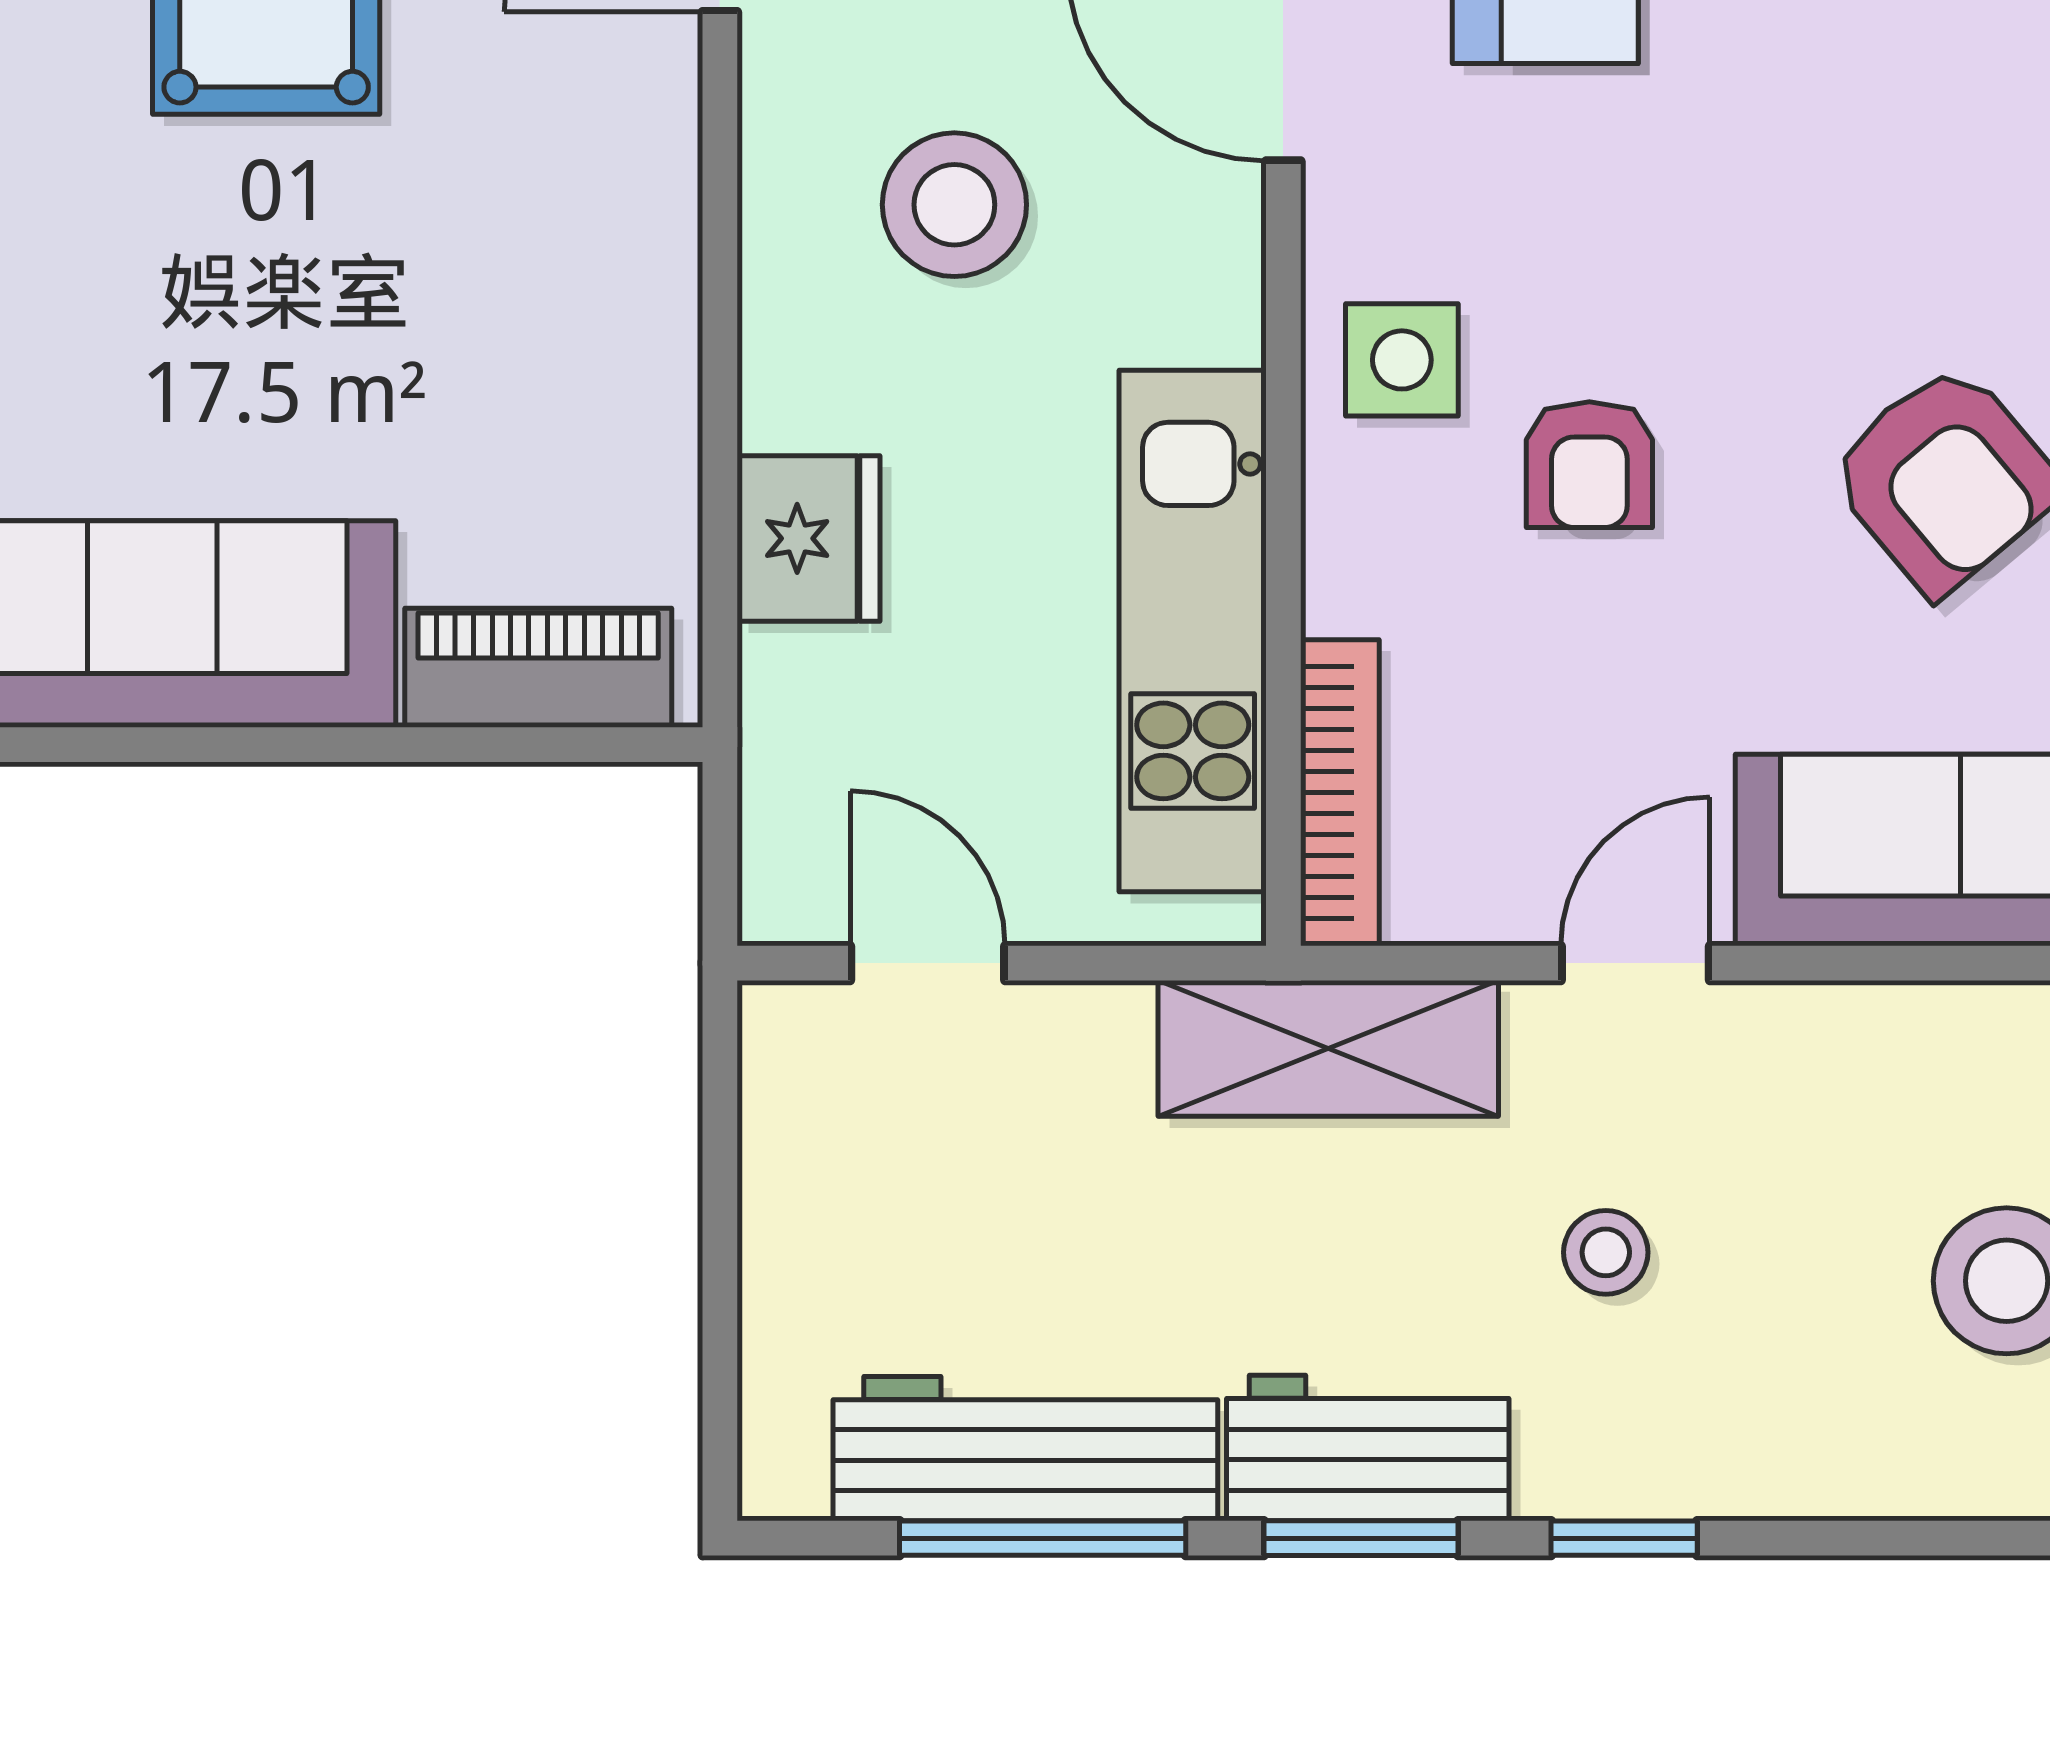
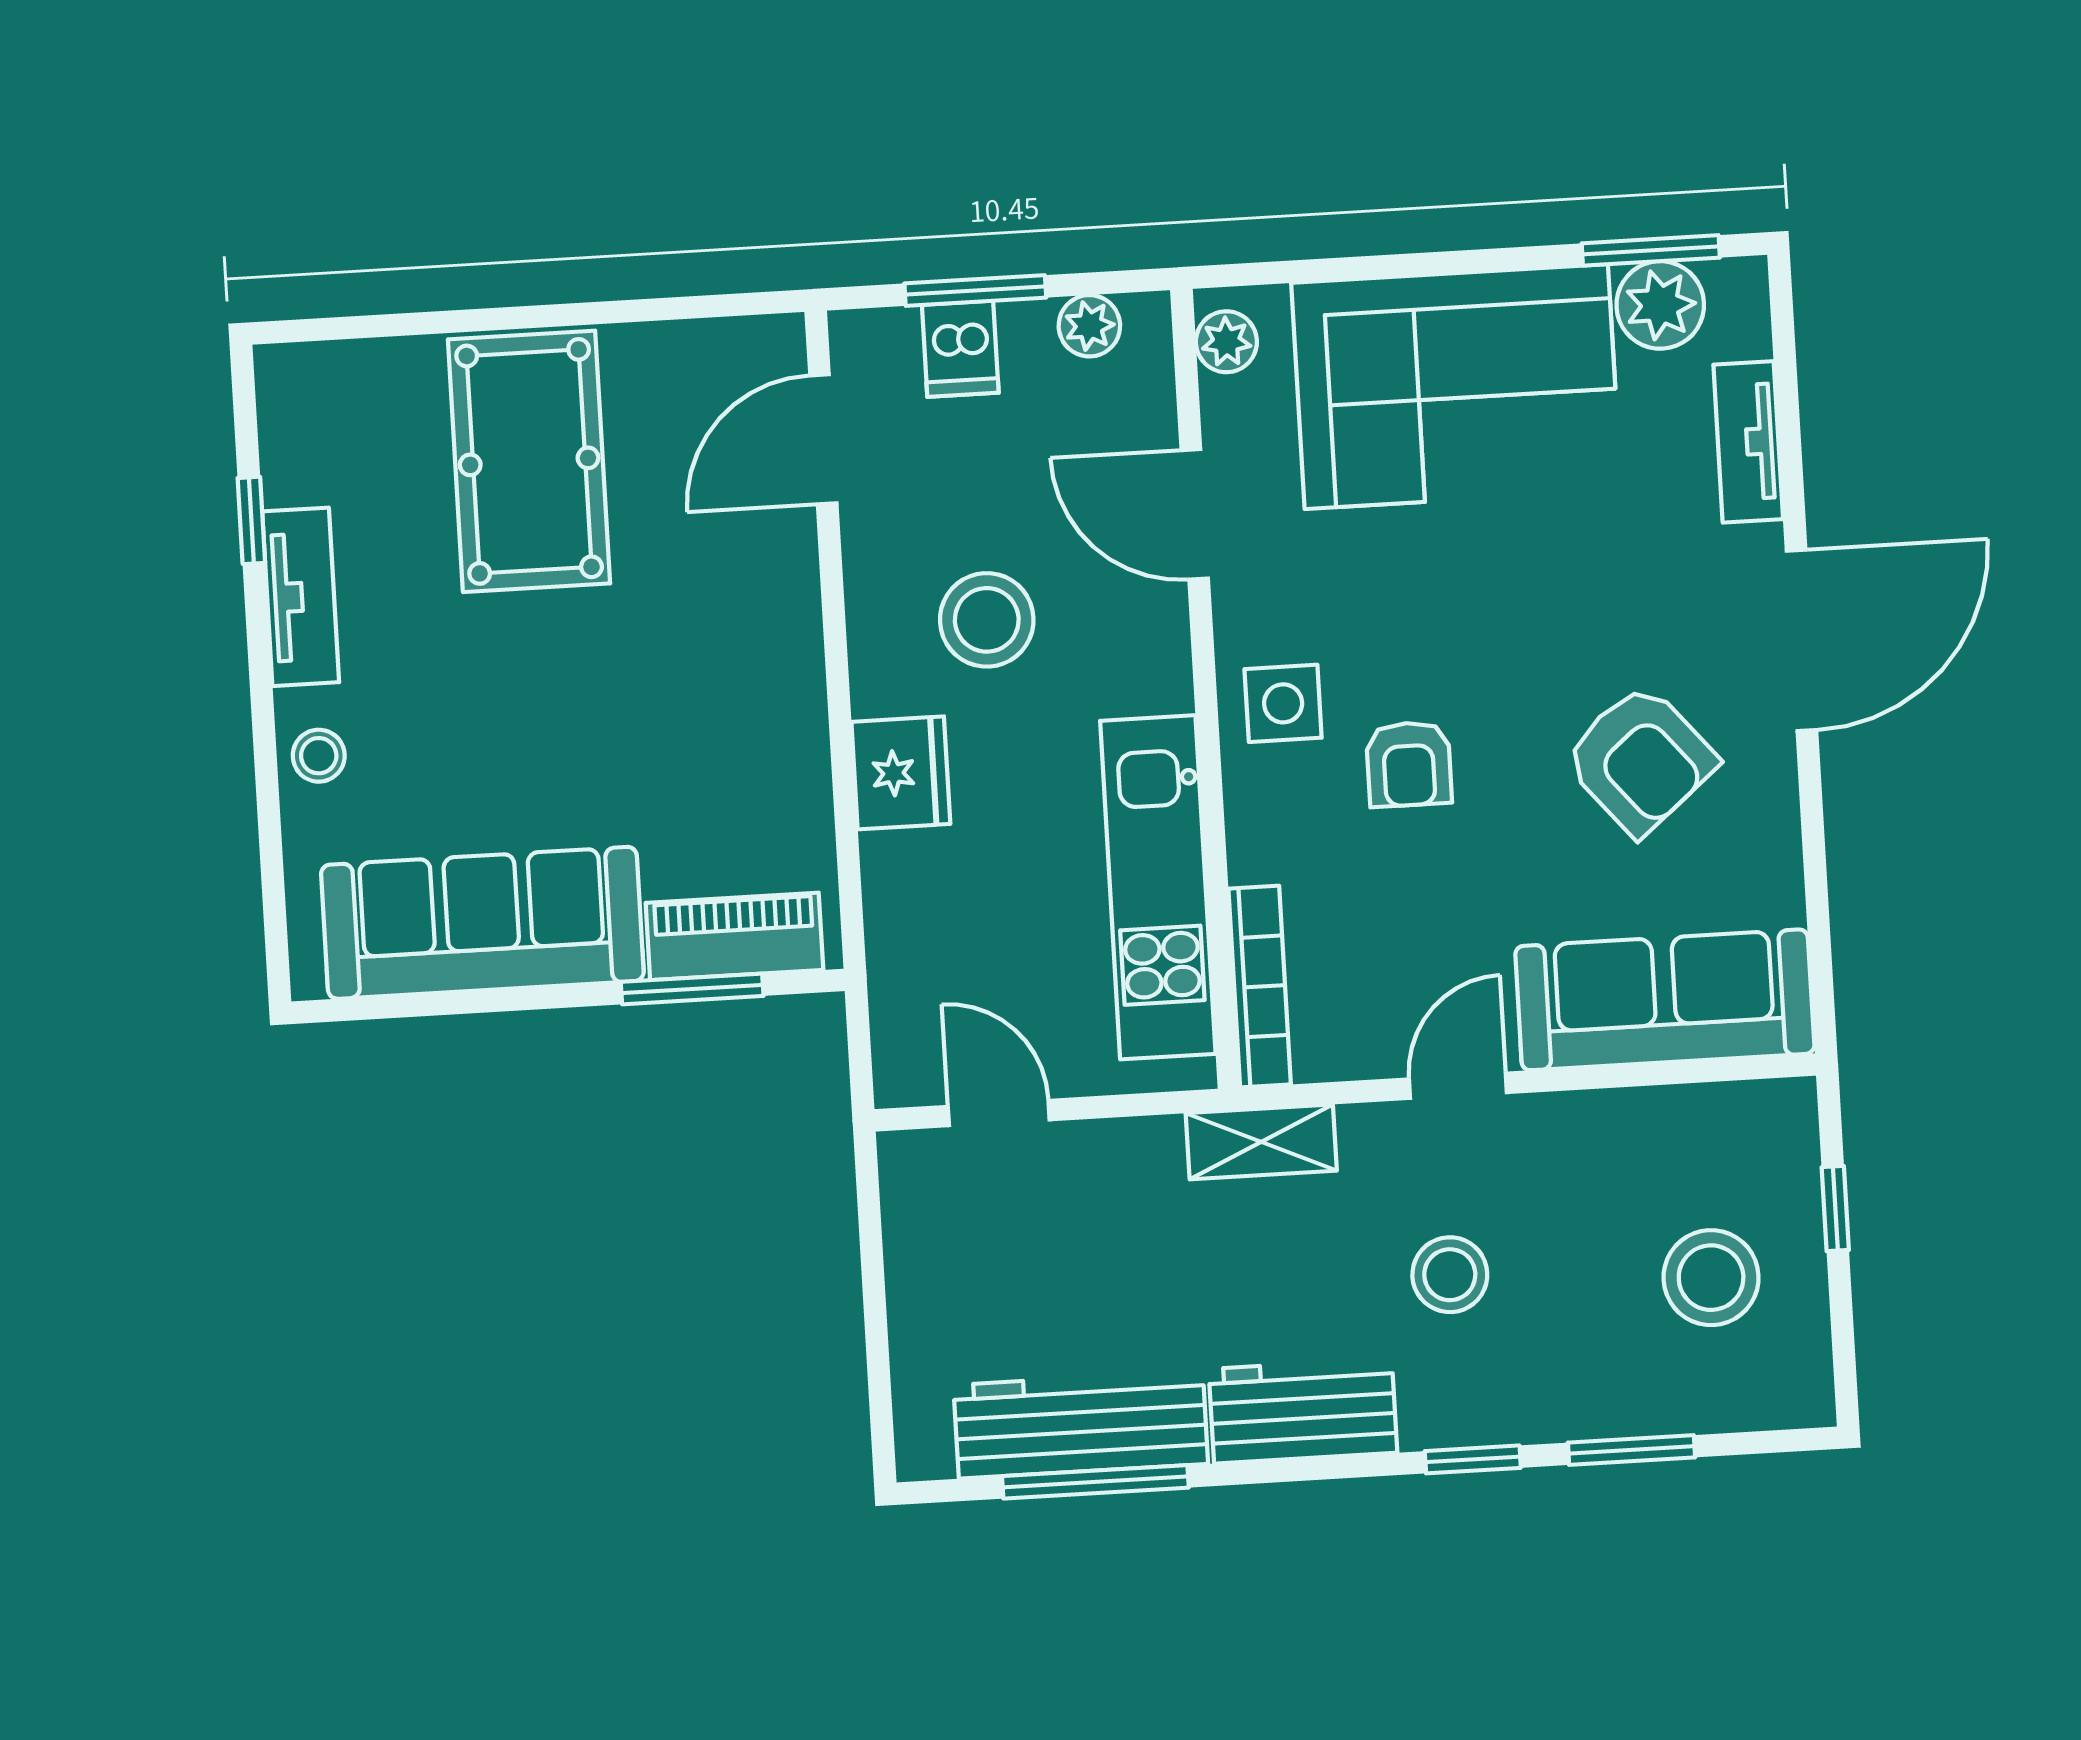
fridge: (809, 538) -> (901, 773), moved
window: (468, 745) -> (692, 989), added
shelving: (1328, 1048) -> (1261, 1142), width x0.67, depth x0.75
stool: (1606, 1252) -> (1450, 1275), width x1.37, depth x1.37
window: (1361, 1538) -> (1631, 1450), moved

